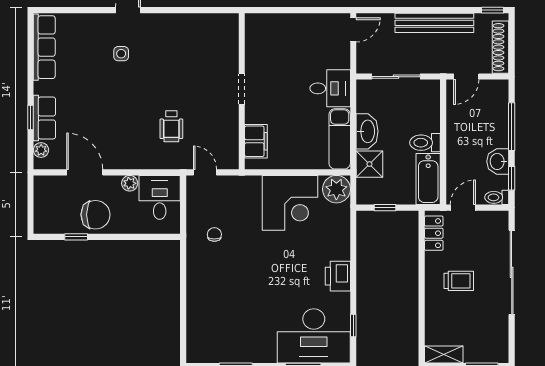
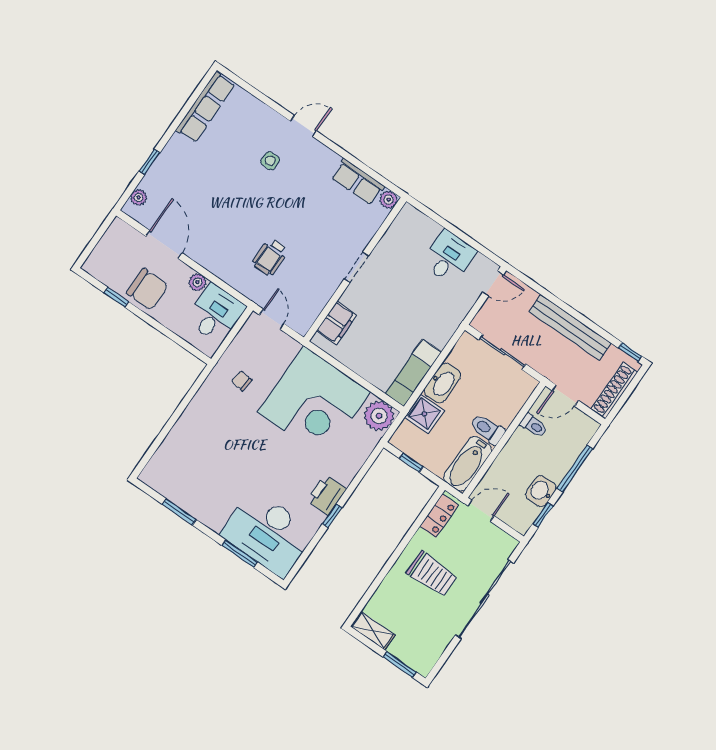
plant: (231, 21) -> (389, 200), added
desk: (330, 88) -> (449, 257), moved, turned -90
row of seats: (44, 118) -> (358, 182), moved, turned 90
toilet: (497, 197) -> (534, 425), moved, turned 180
corner desk: (290, 203) -> (314, 402), width x1.36, depth x1.36
chair: (214, 234) -> (242, 381), turned -84
trolley: (459, 281) -> (432, 574), width x1.36, depth x1.39
window: (353, 325) -> (332, 516), moved

